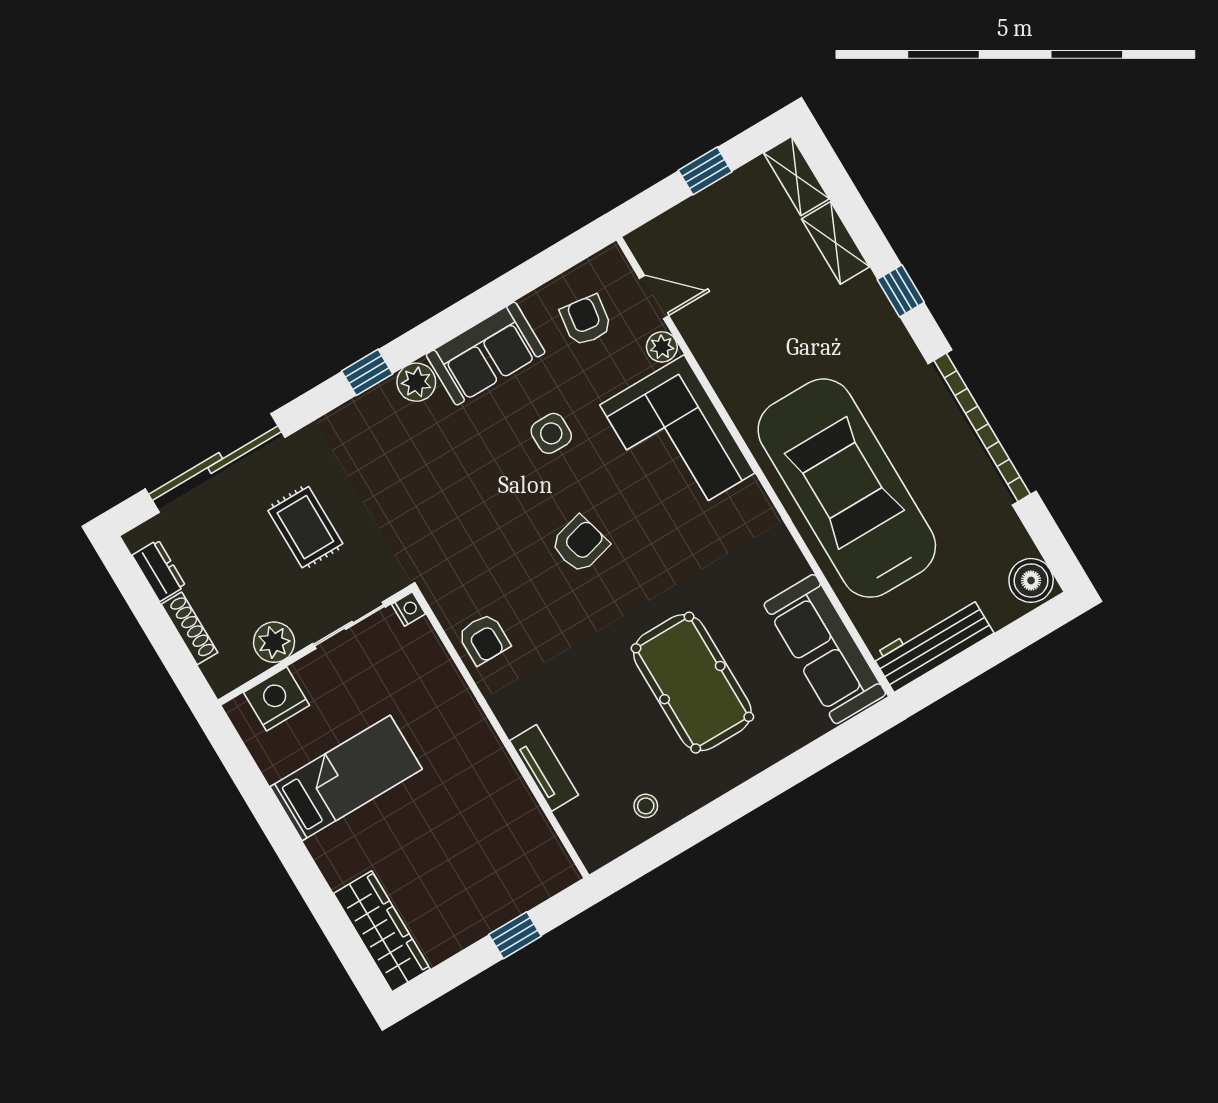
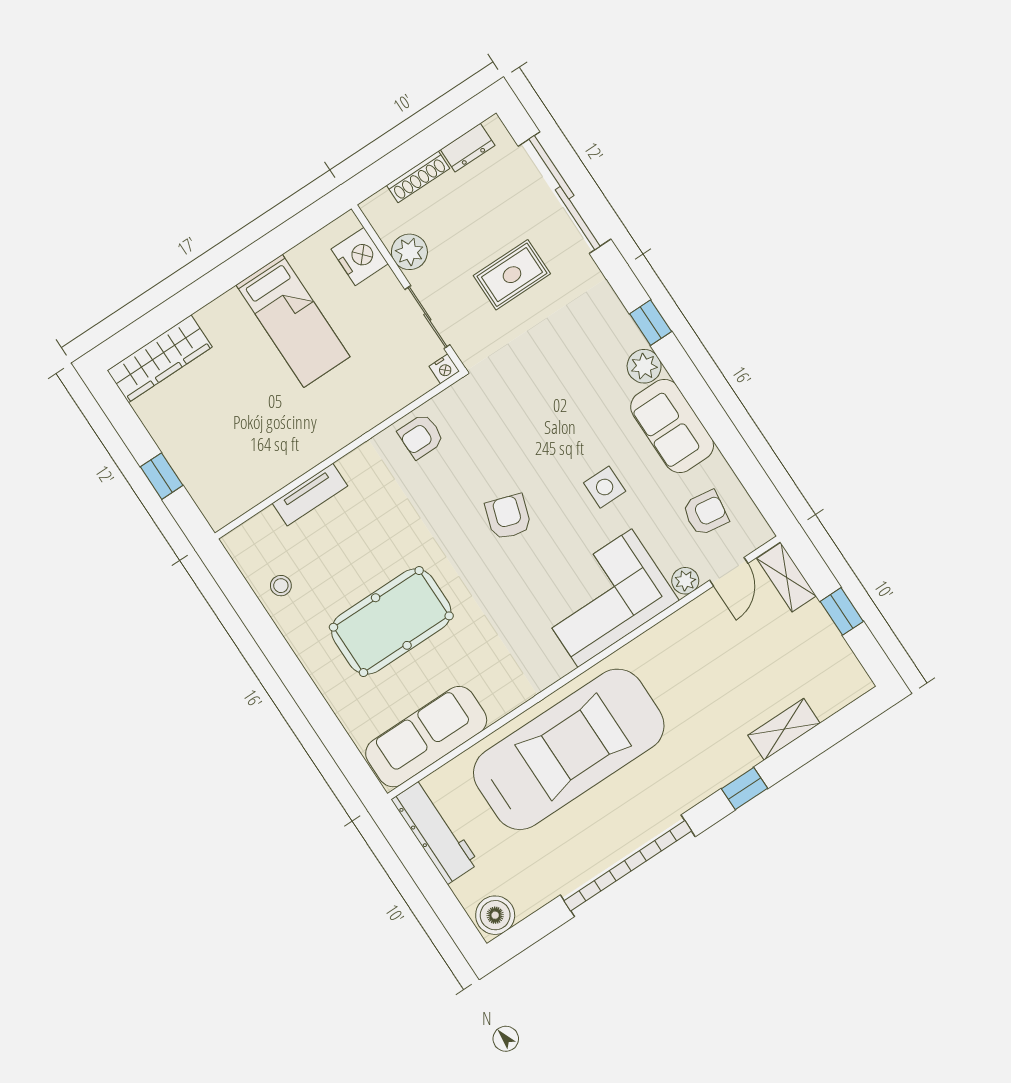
shelving: (796, 176) -> (787, 577), moved, turned 90
armchair: (580, 544) -> (508, 517), turned -147

